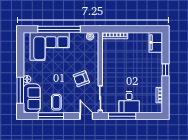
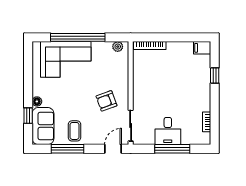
filing cabinet: (156, 42) -> (202, 48), width x0.50
window: (166, 70) -> (215, 75), moved
window: (20, 90) -> (28, 116), width x0.46
door: (86, 116) -> (113, 149), hinge flipped
window: (122, 116) -> (172, 149), moved

